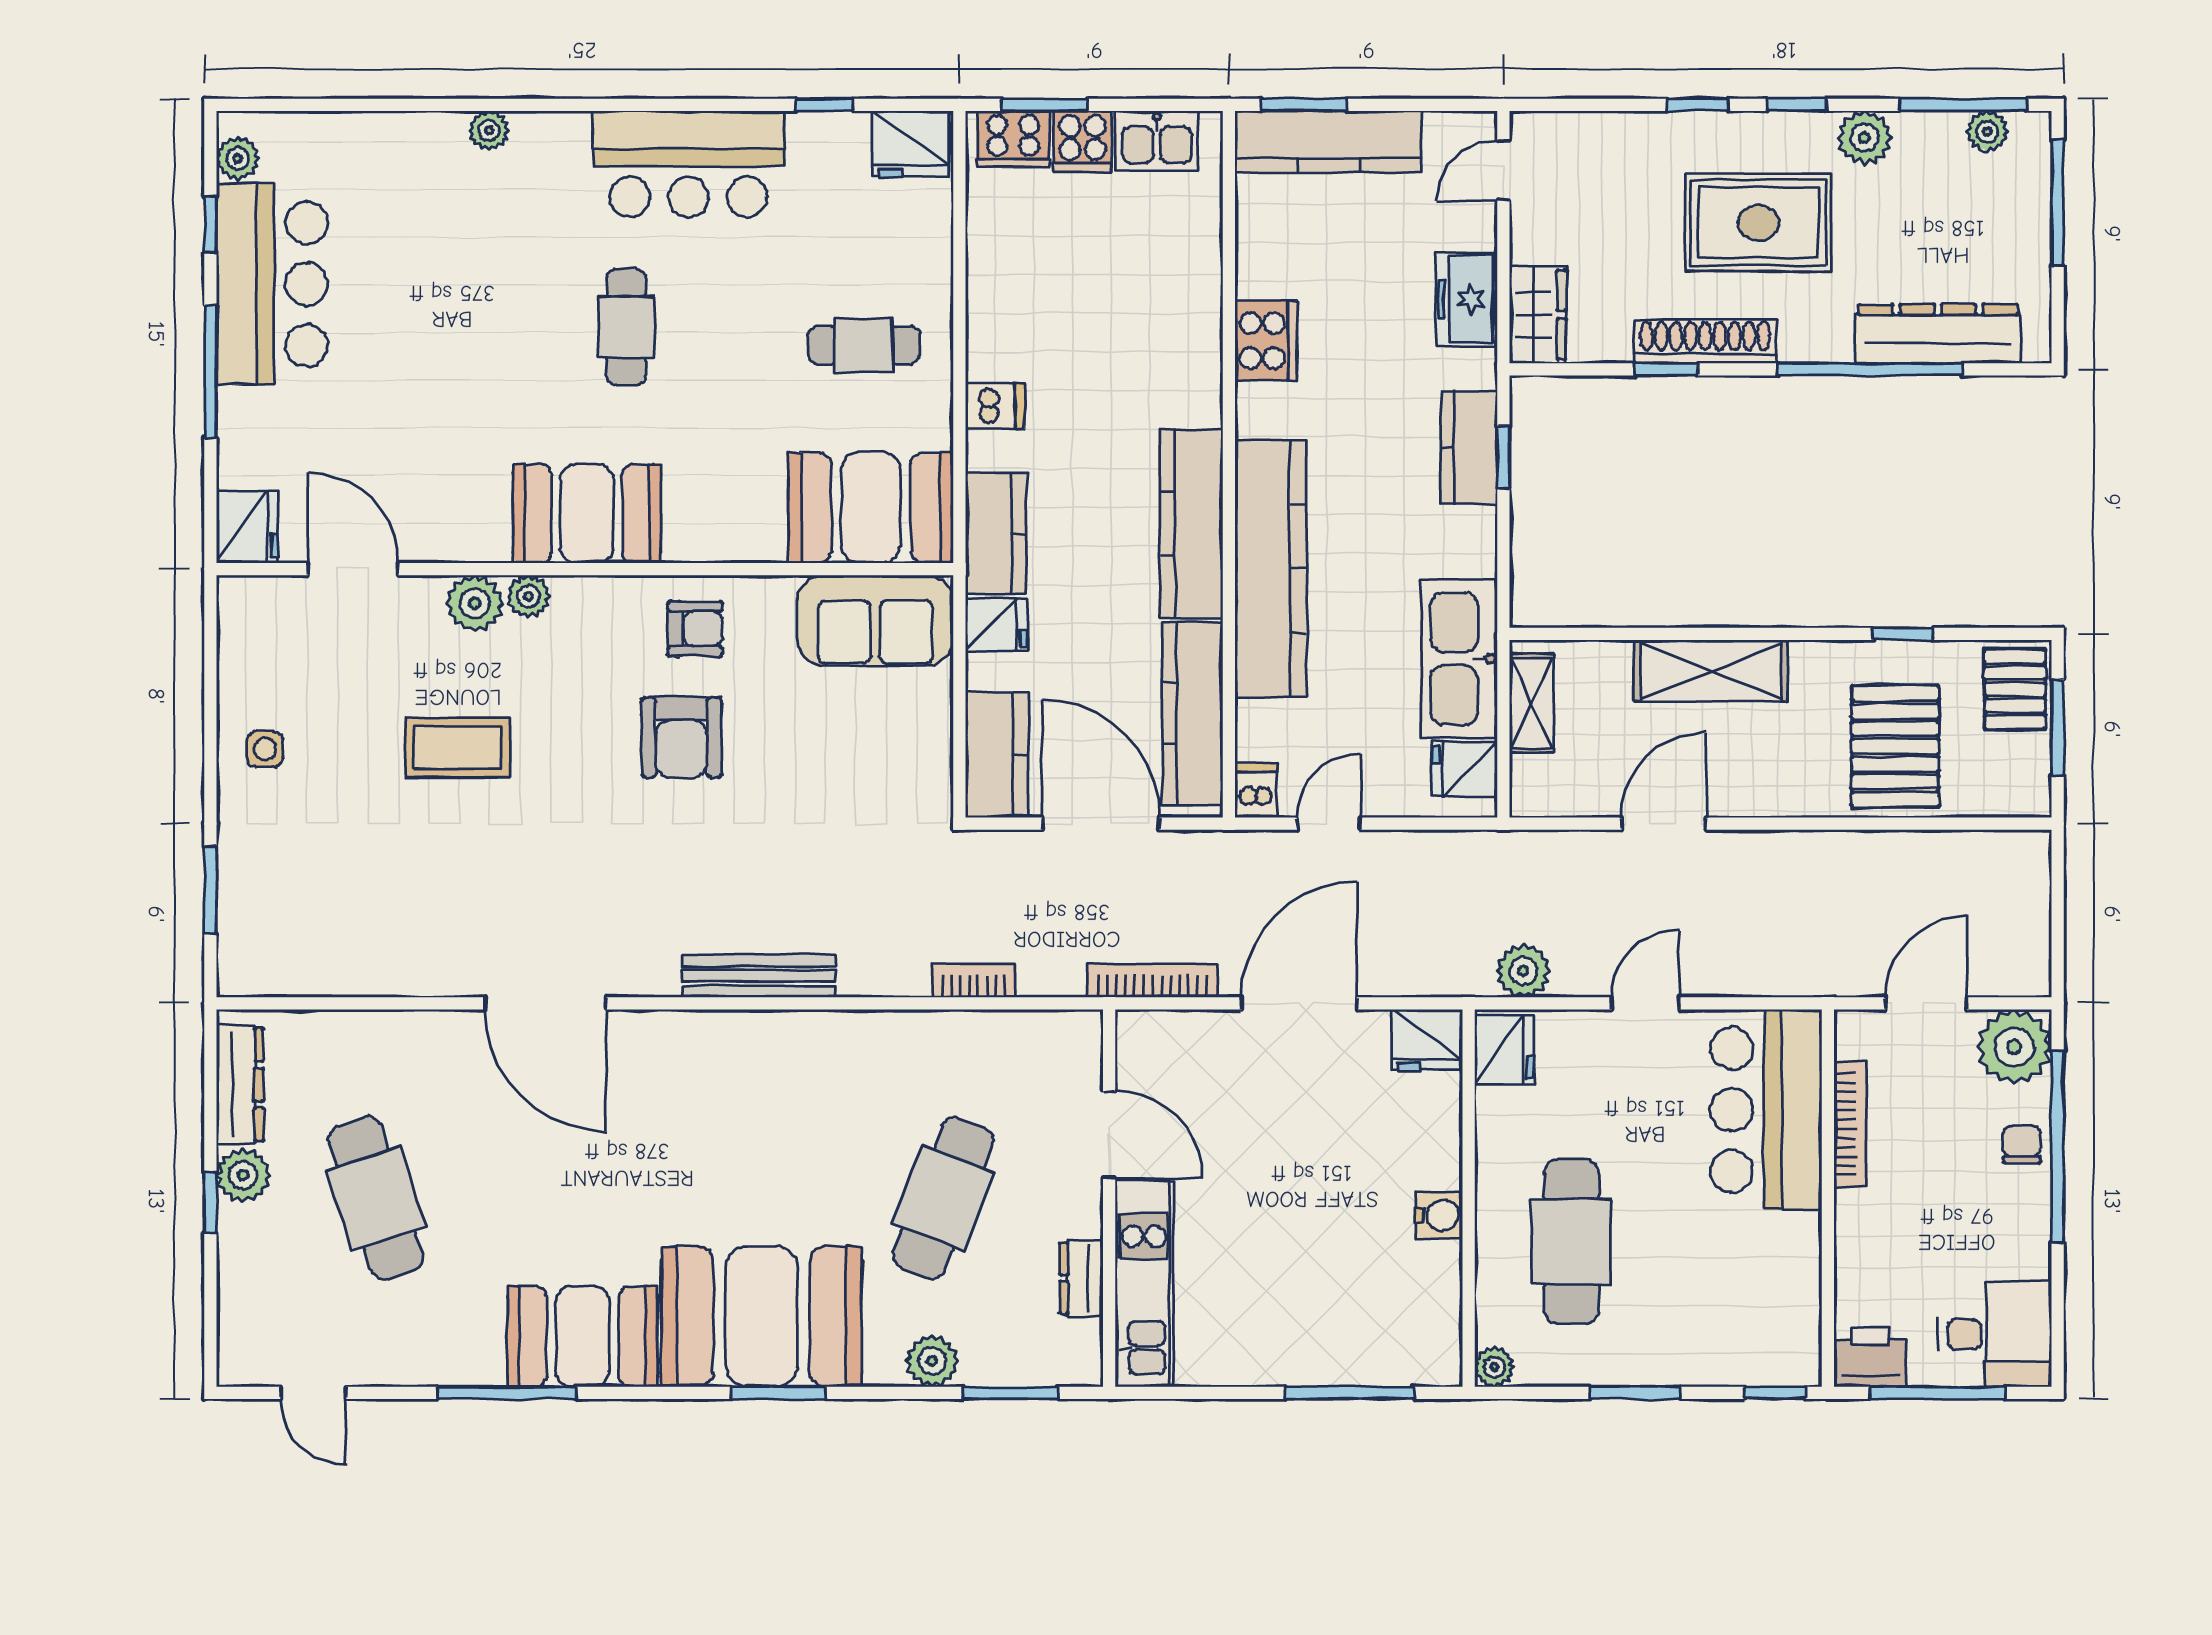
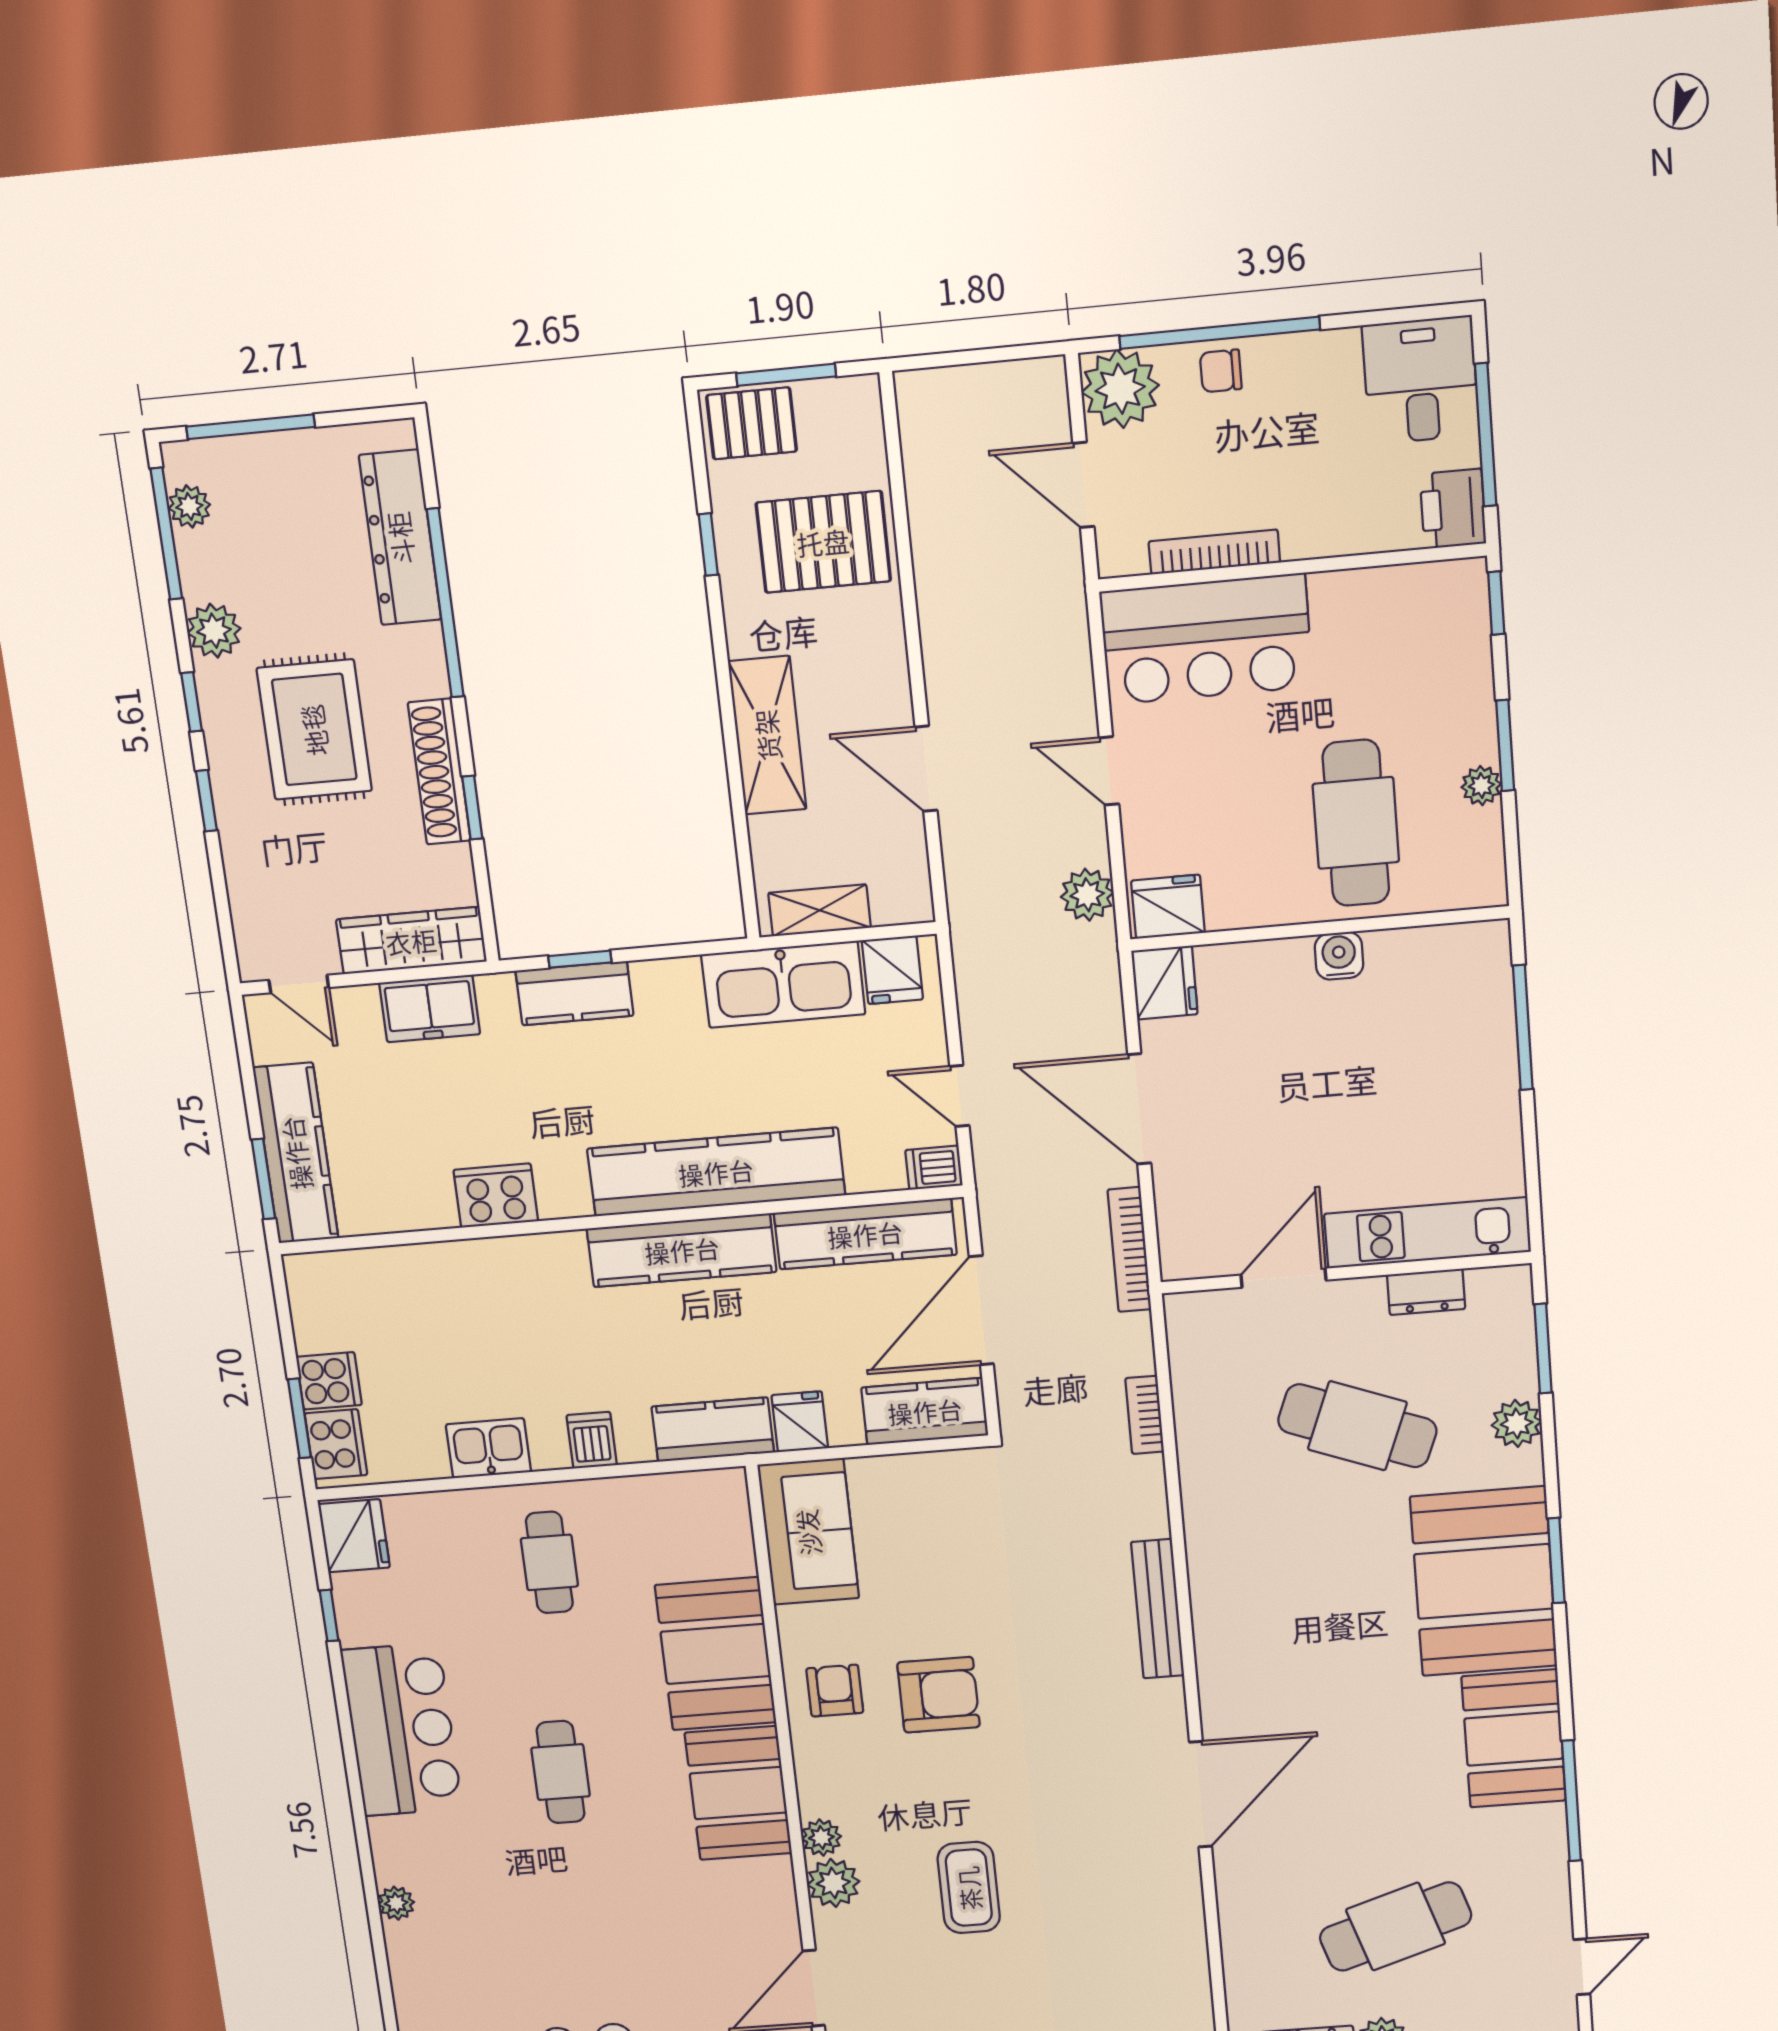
kitchen sink: (1157, 141) -> (488, 1448), moved, turned -90
wardrobe: (1538, 315) -> (411, 941), width x1.50
cafe table: (626, 327) -> (561, 1772), turned 90
booth: (871, 508) -> (716, 1654), moved
cafe table: (1571, 1242) -> (1356, 823), turned 90
plant: (1494, 1367) -> (1481, 786), moved

